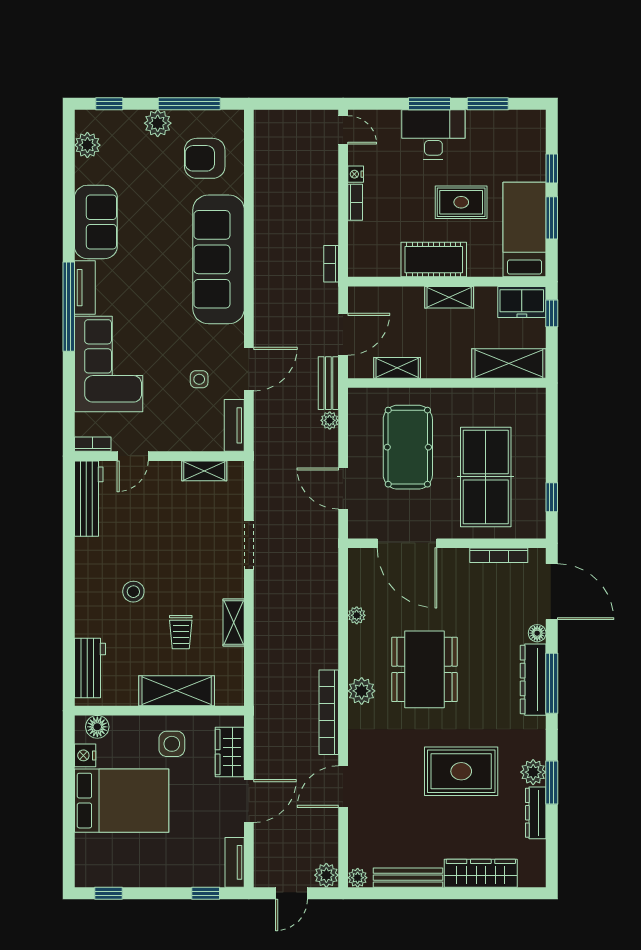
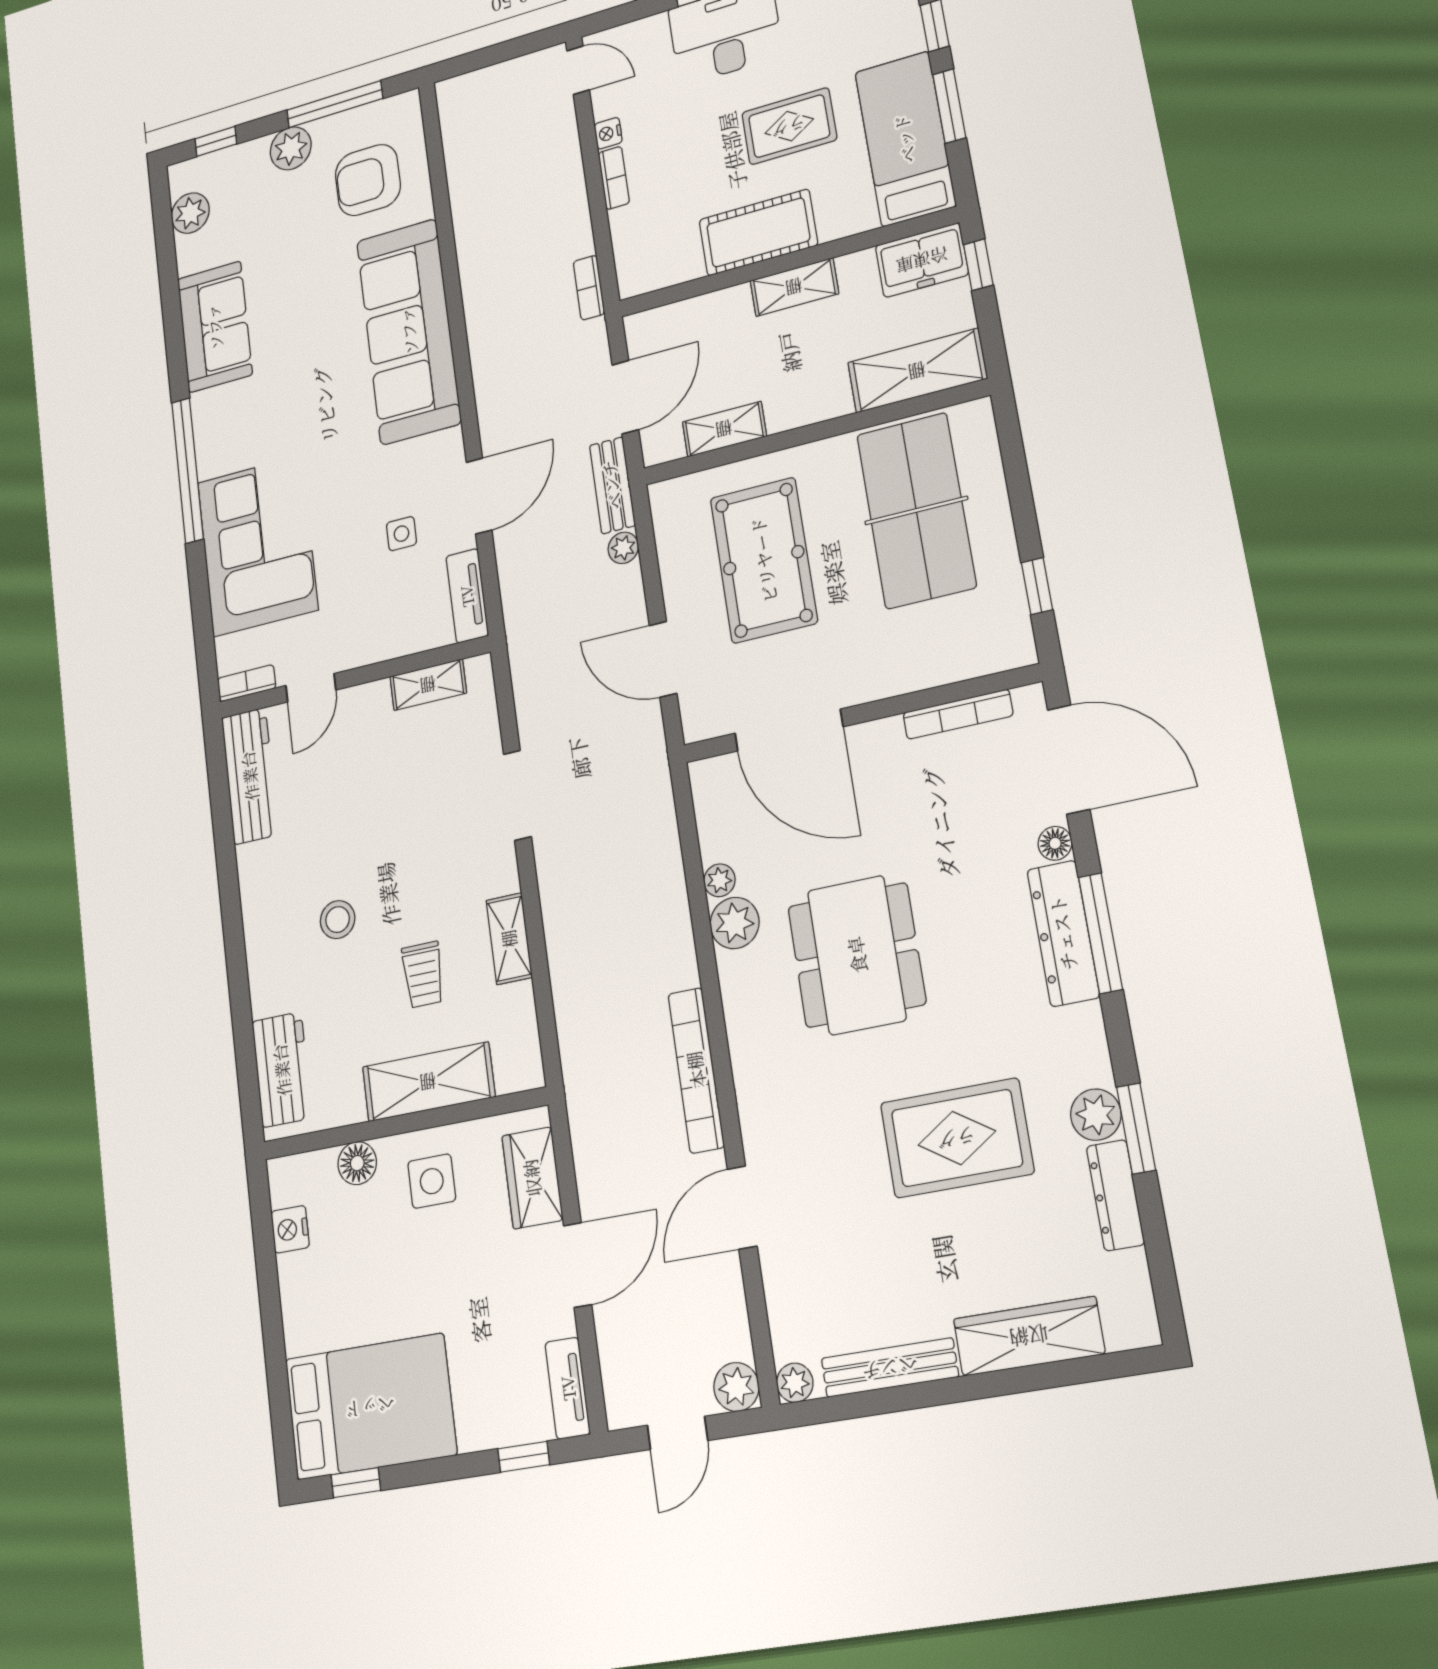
tv unit: (85, 288) -> (209, 434), removed
table tennis table: (486, 477) -> (916, 510), moved
plant: (362, 691) -> (735, 923), moved
floor lamp: (97, 727) -> (357, 1163), moved
bed: (122, 801) -> (370, 1407), moved

